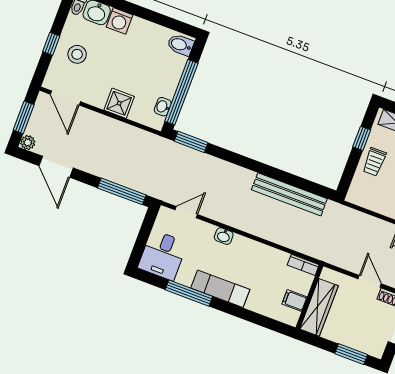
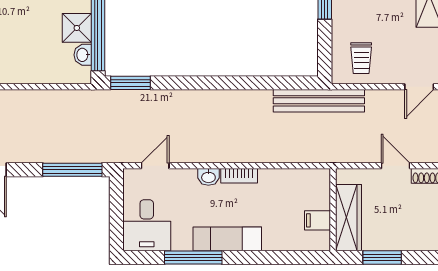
shower: (119, 103) -> (77, 28), moved
trolley: (374, 162) -> (361, 58), moved
bench: (289, 194) -> (319, 101), moved
bookcase: (303, 265) -> (239, 176), moved
window: (351, 354) -> (382, 257), moved

